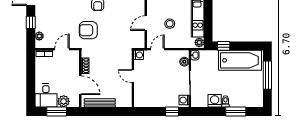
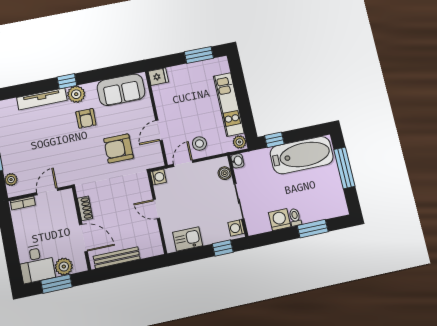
stool: (170, 24) -> (199, 144), moved
armchair: (88, 30) -> (118, 148), moved
kitchen sink: (150, 101) -> (188, 239), added

